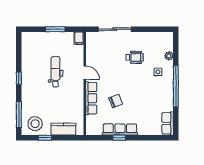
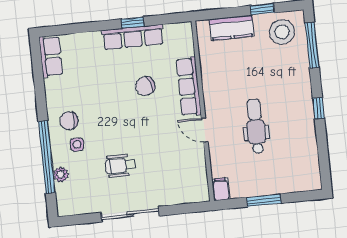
sliding door: (115, 29) -> (130, 214), moved
dental chair: (55, 72) -> (256, 126), turned 180
chair: (161, 86) -> (69, 121), added
window: (176, 86) -> (47, 157), moved

